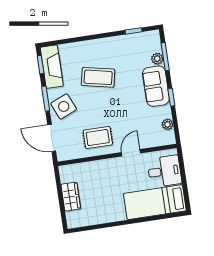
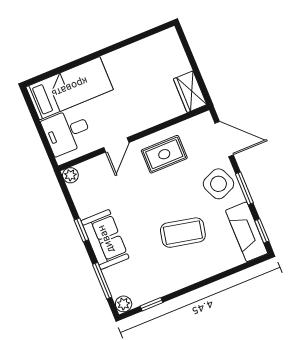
plant: (157, 59) -> (124, 304), moved
plant: (167, 124) -> (70, 175), moved
wardrobe: (71, 197) -> (190, 92), moved

